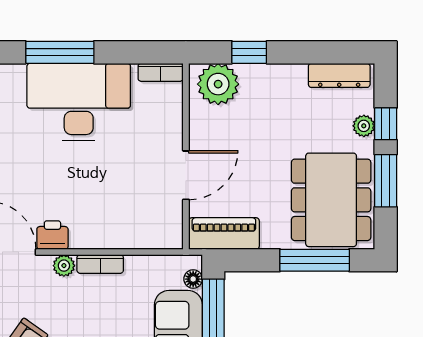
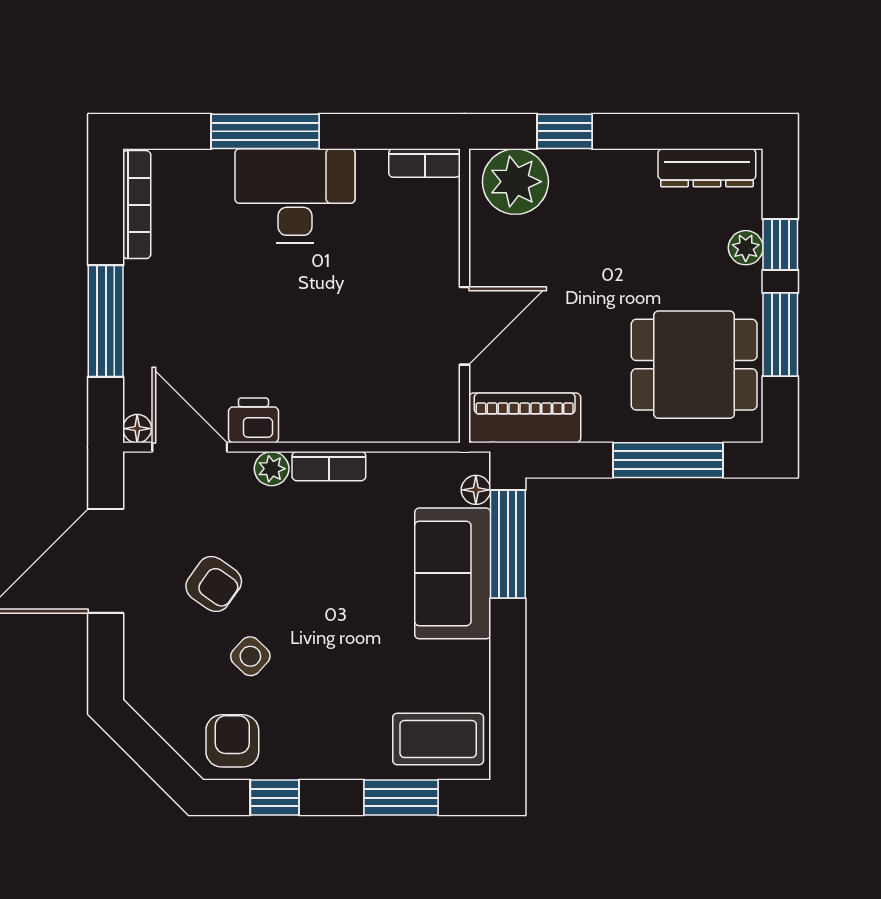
desk: (79, 102) -> (295, 196), width x0.73, depth x0.77
dining table: (331, 200) -> (694, 365), width x0.73

